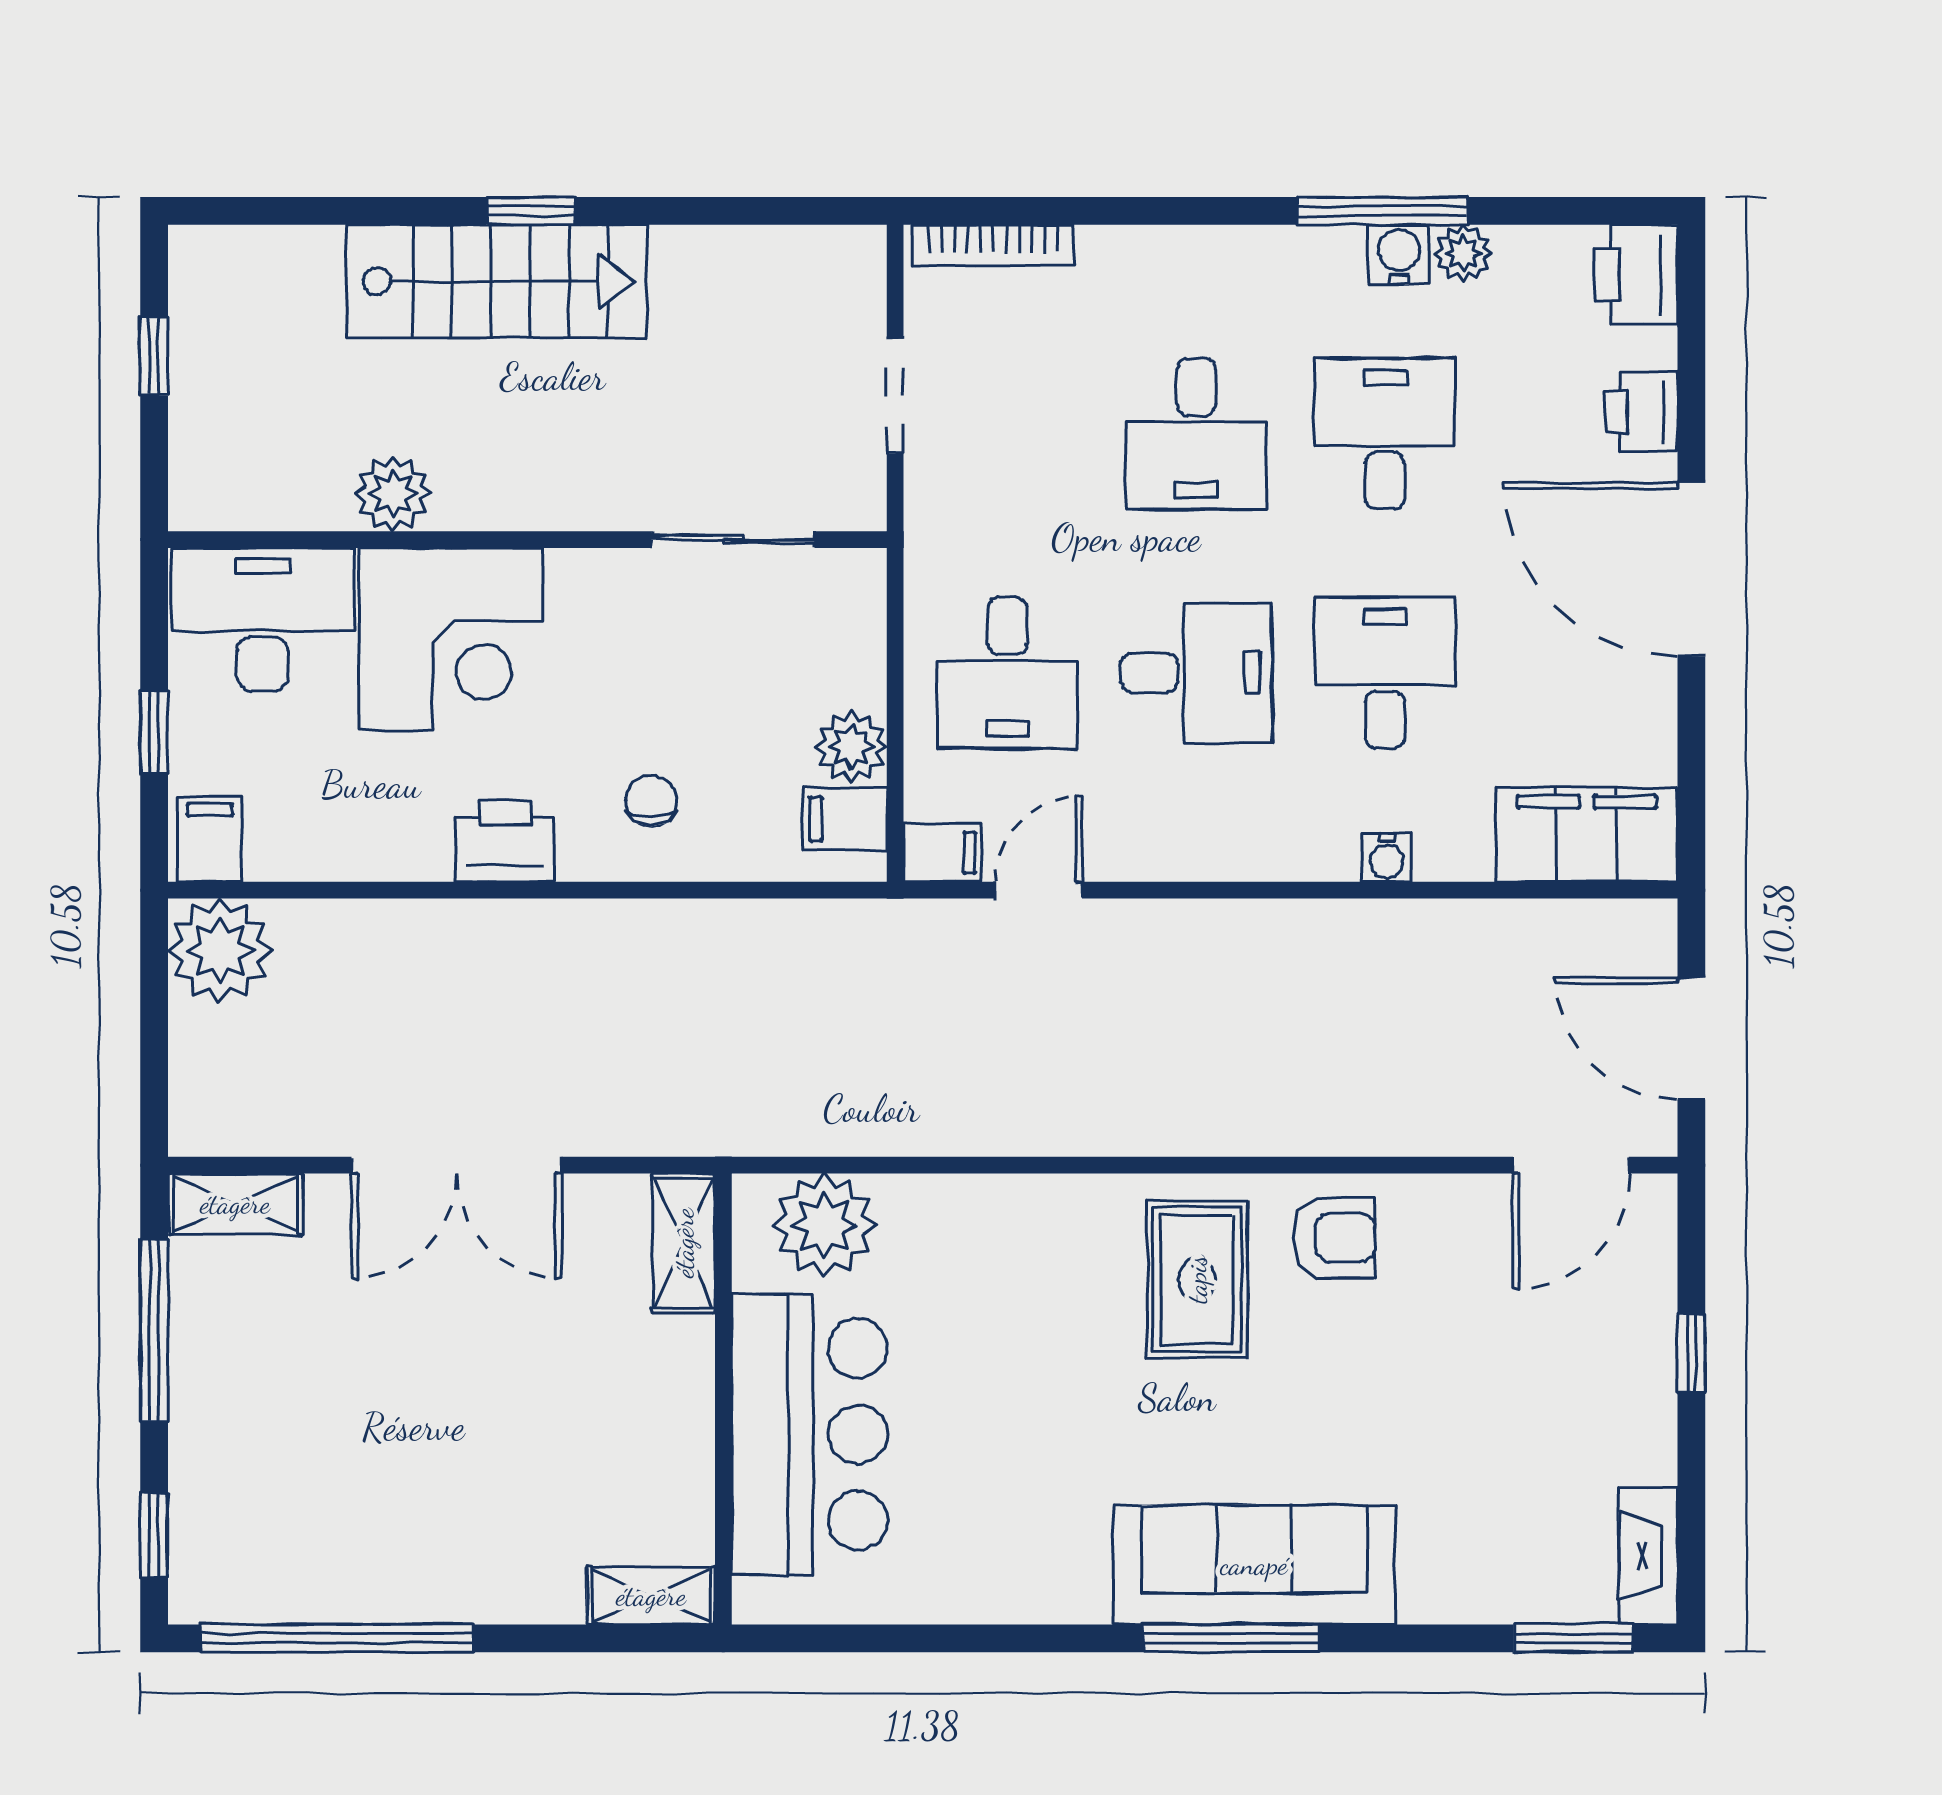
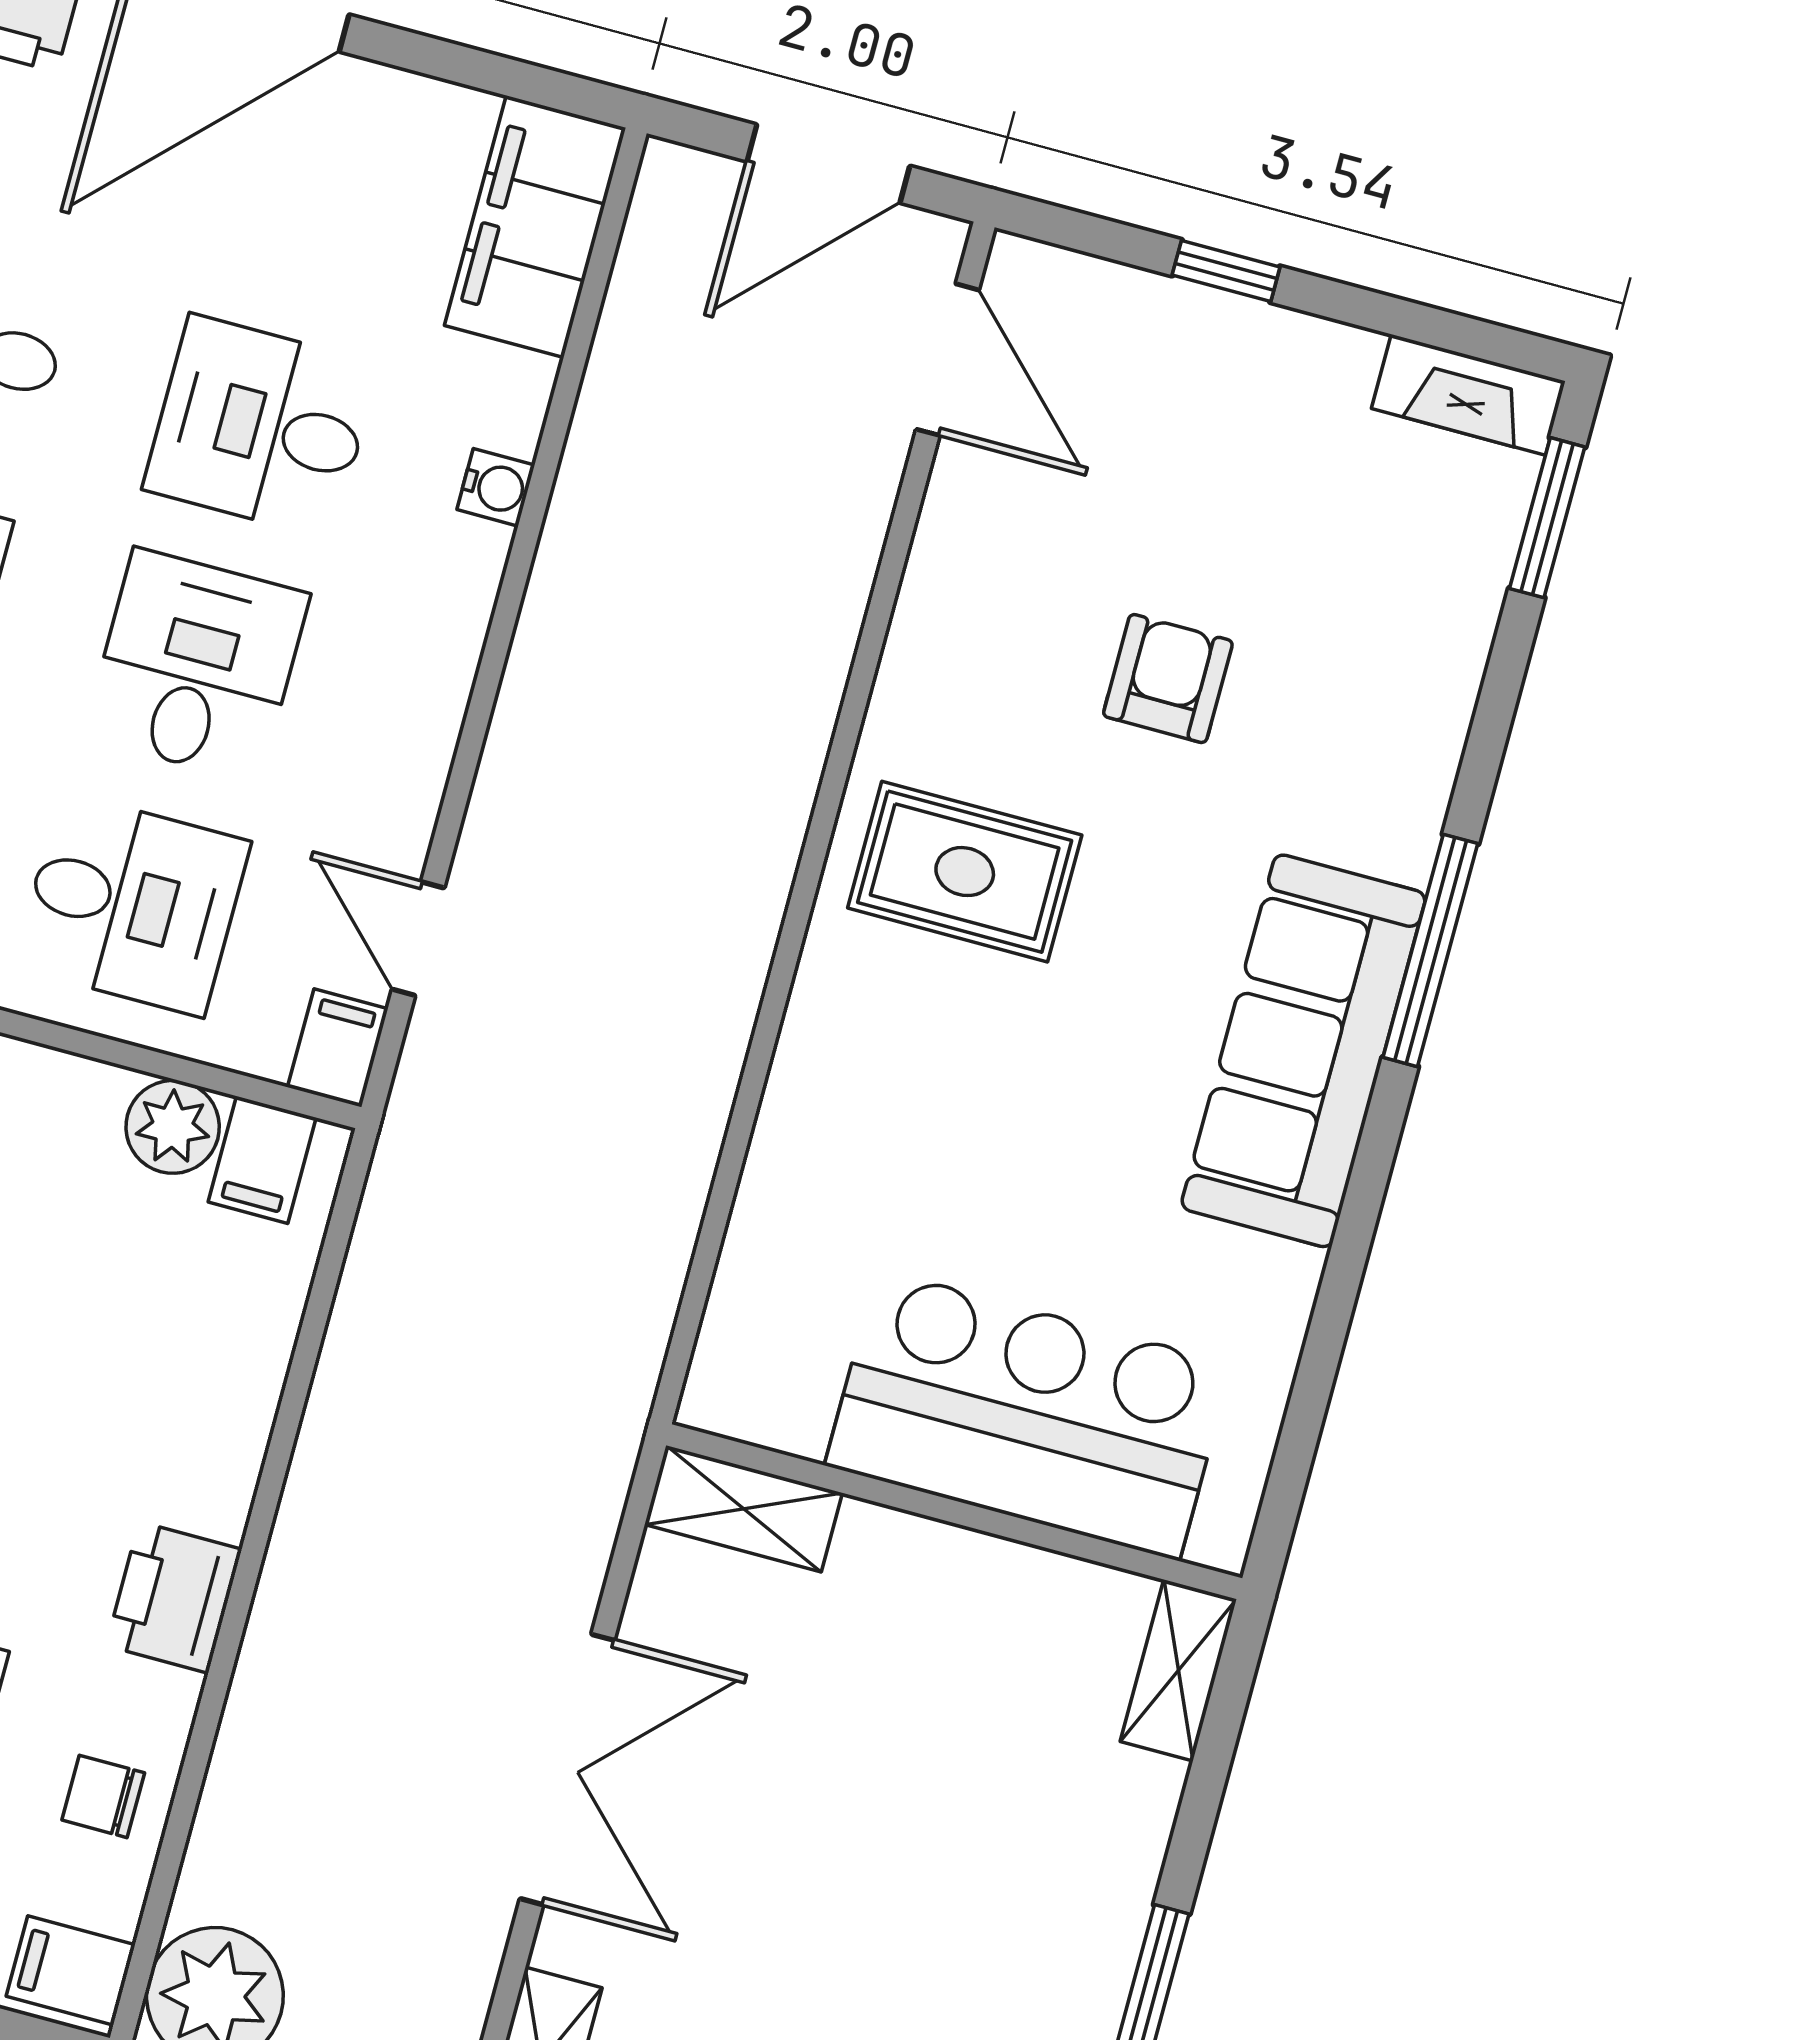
chair: (651, 801) -> (103, 1796), moved
plant: (824, 1225) -> (769, 1325), removed
armchair: (1334, 1238) -> (1168, 679), moved
sofa: (1254, 1565) -> (1304, 1051), moved

